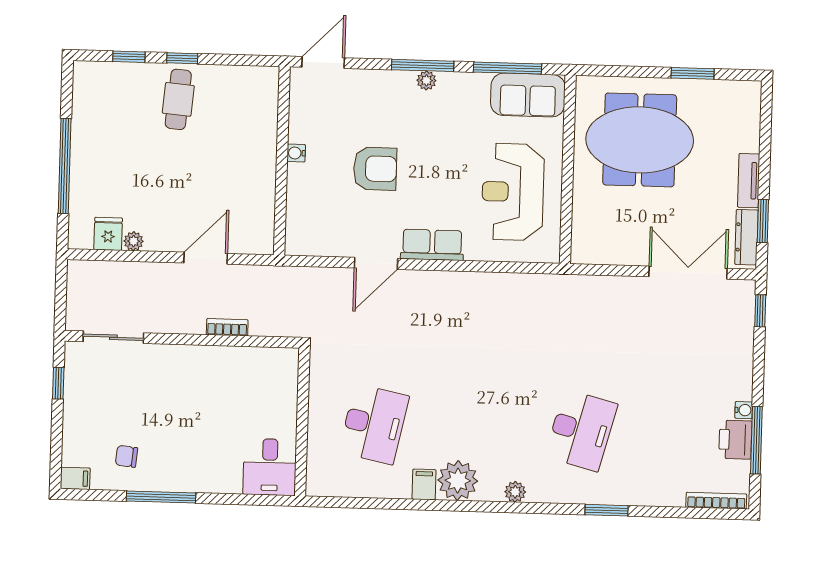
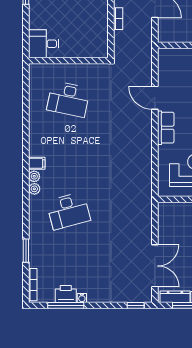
desk: (581, 430) -> (68, 211), turned -30
plant: (458, 481) -> (34, 189), moved, width x0.53, depth x0.53
filing cabinet: (424, 484) -> (37, 163), moved
window: (607, 510) -> (26, 251), moved

